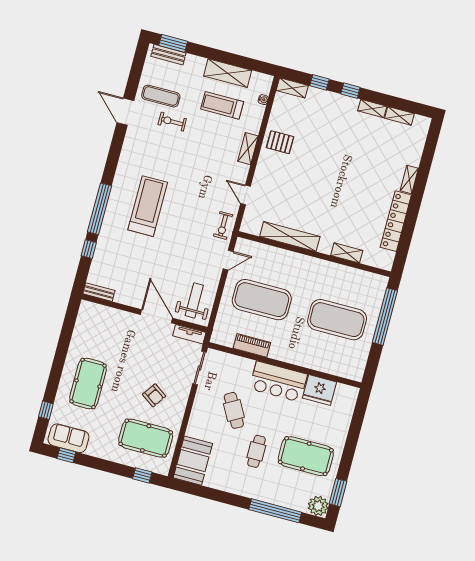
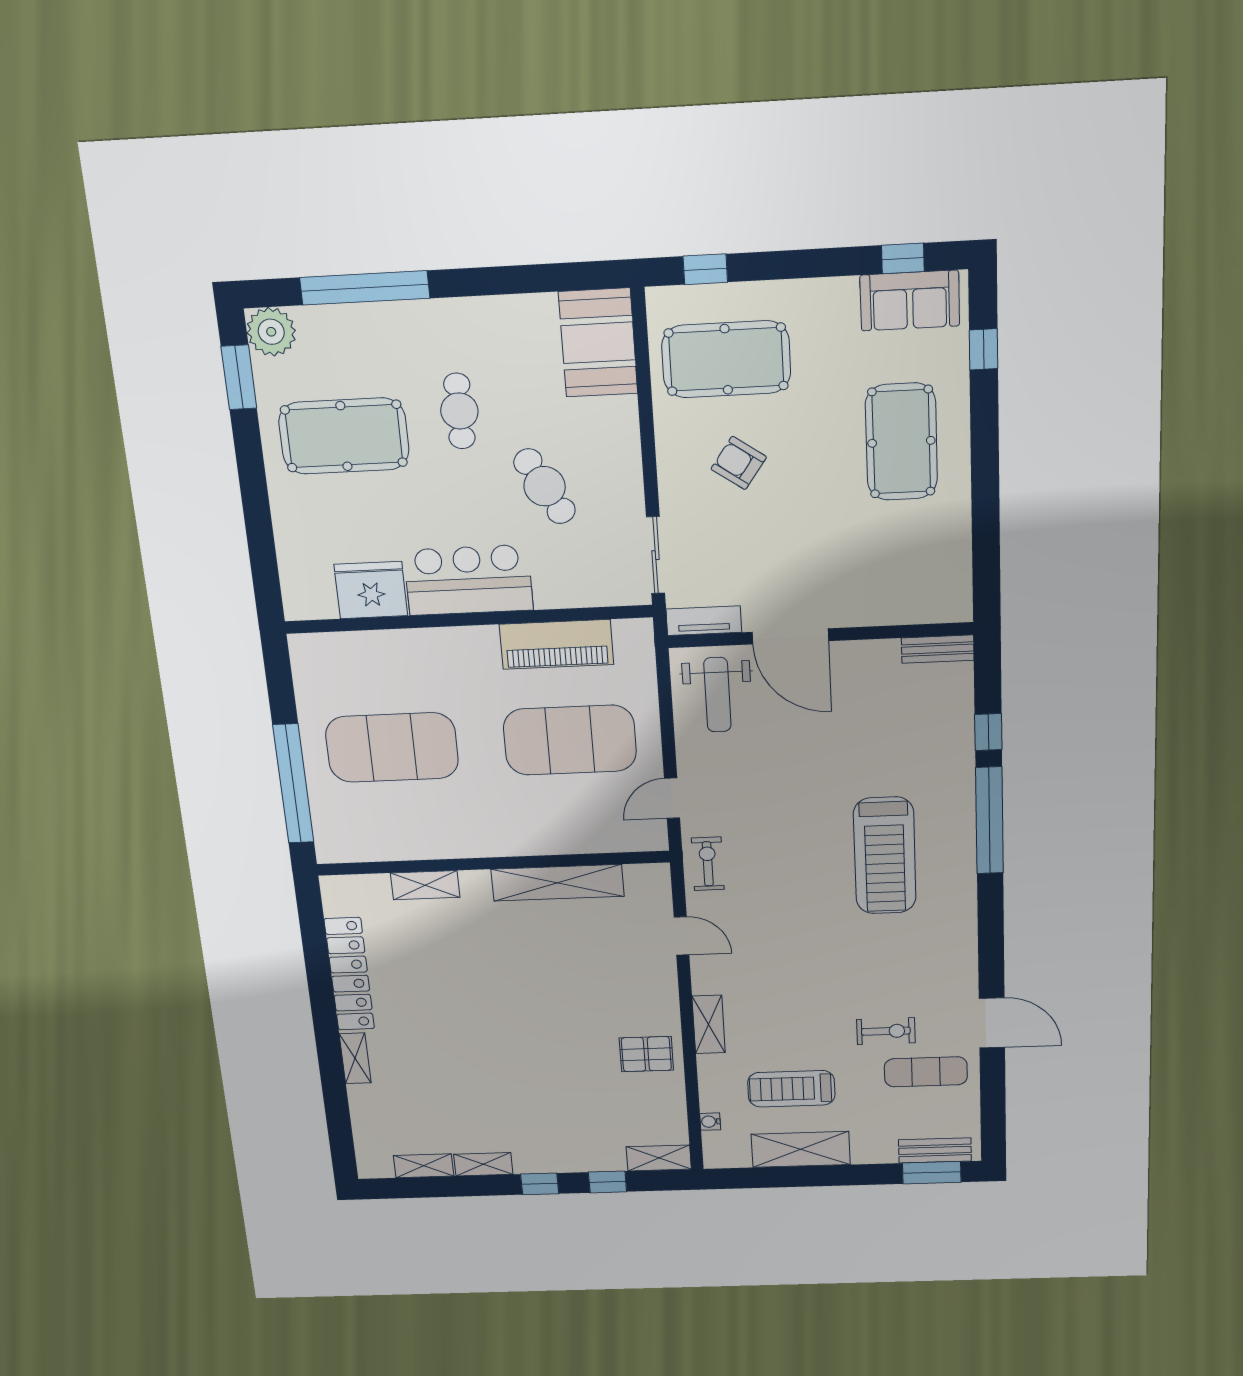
treadmill: (222, 105) -> (791, 1089), turned 180
piano: (252, 345) -> (556, 644), width x1.37, depth x1.33

